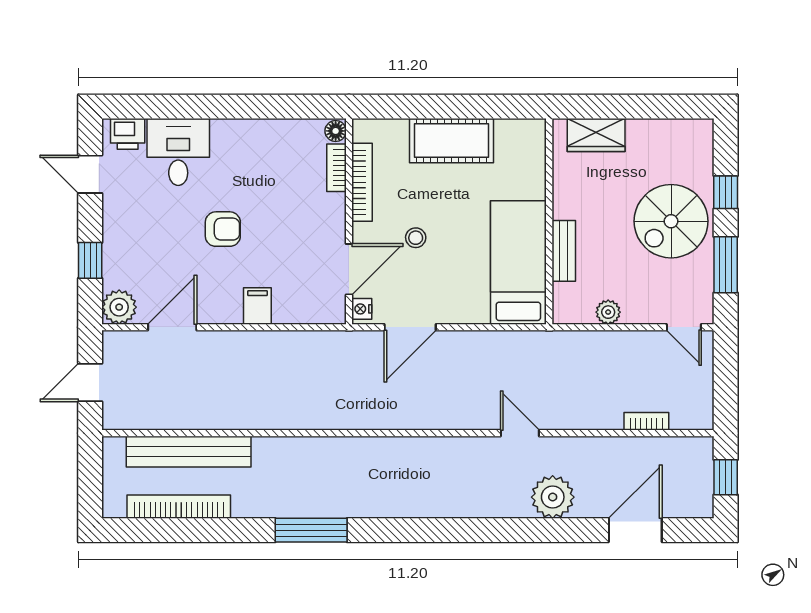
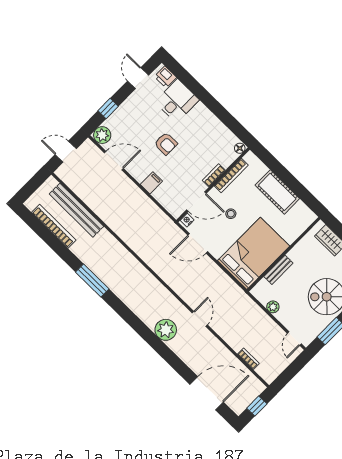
bookcase: (337, 168) -> (214, 175), moved
bed: (518, 262) -> (254, 253), width x1.50
plant: (553, 497) -> (166, 330), moved
door: (635, 530) -> (207, 393), width x1.36

